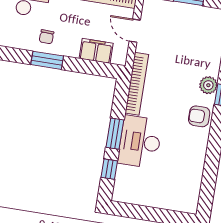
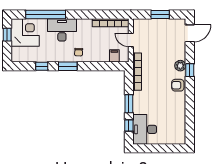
filing cabinet: (96, 51) -> (114, 56), width x0.50
window: (47, 60) -> (68, 66), moved
desk: (140, 142) -> (145, 129), moved

